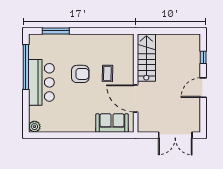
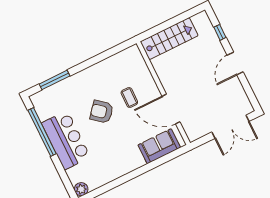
stairs: (146, 58) -> (169, 39), moved, turned 90
armchair: (80, 74) -> (102, 112), turned -140

